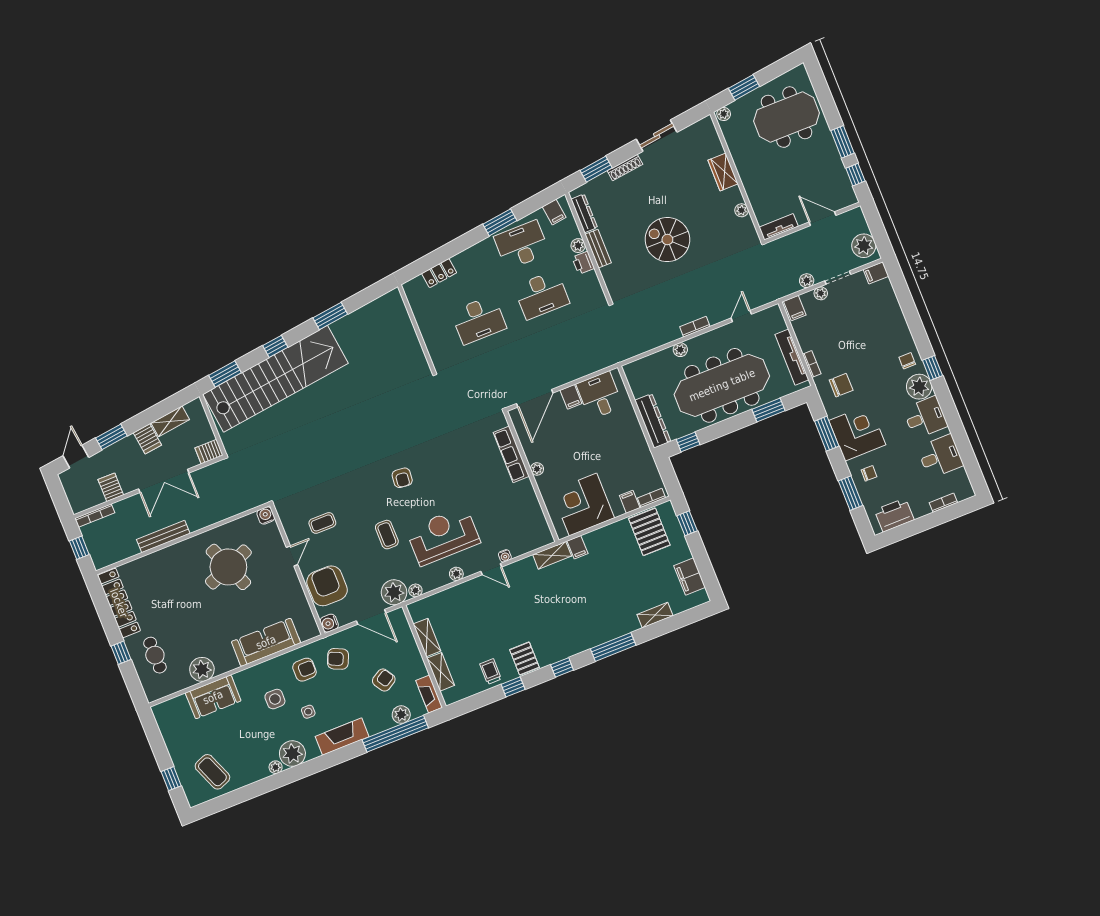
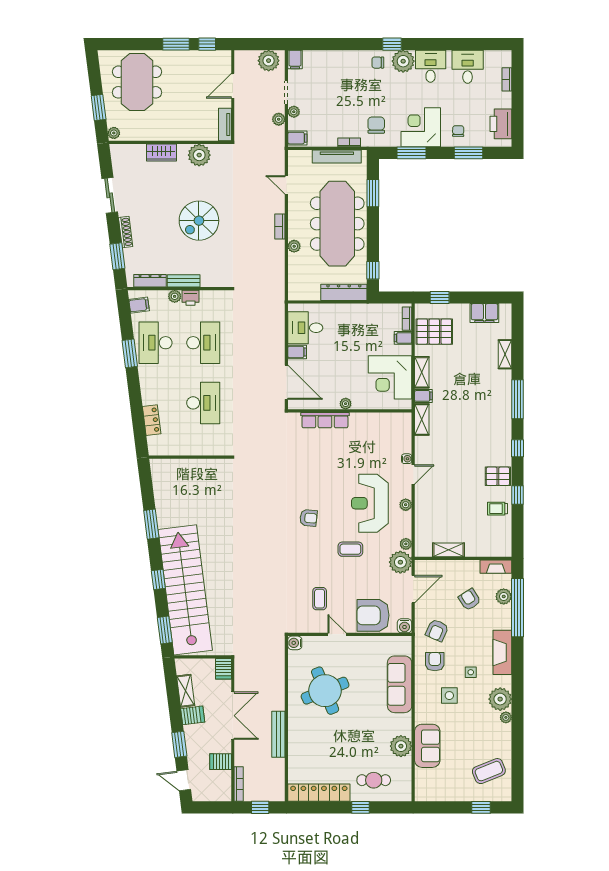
plant: (742, 210) -> (199, 155), width x1.88, depth x1.88
shelving: (441, 672) -> (422, 372), moved, turned 90

